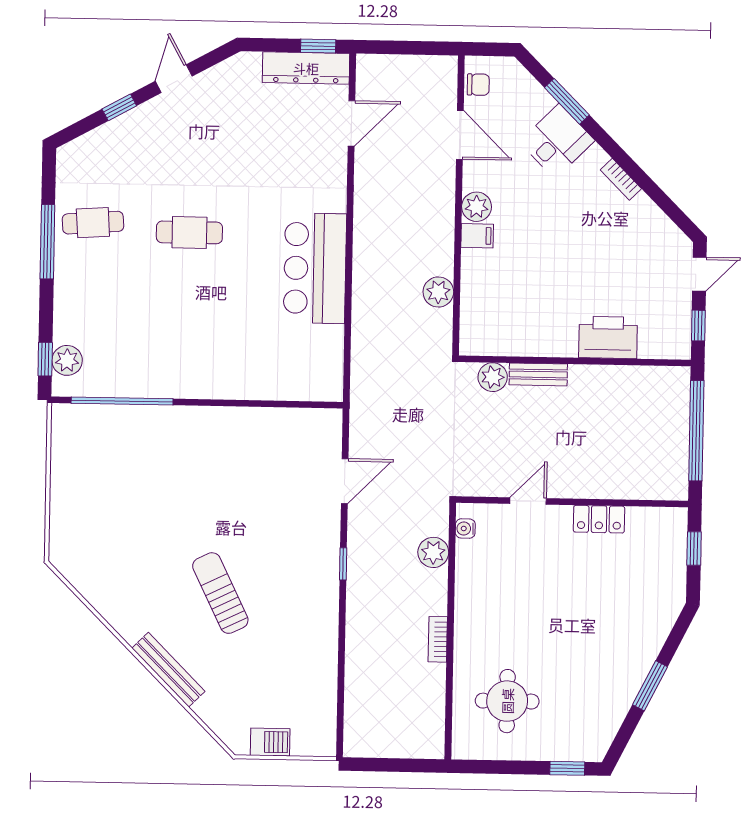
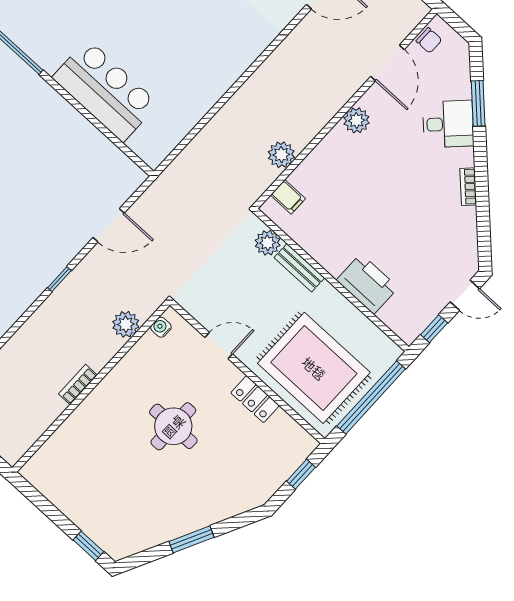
filing cabinet: (477, 236) -> (288, 197), moved
bar counter: (315, 268) -> (105, 91), moved, turned 90
rug: (626, 449) -> (314, 368), added
round table: (507, 701) -> (173, 426), moved

